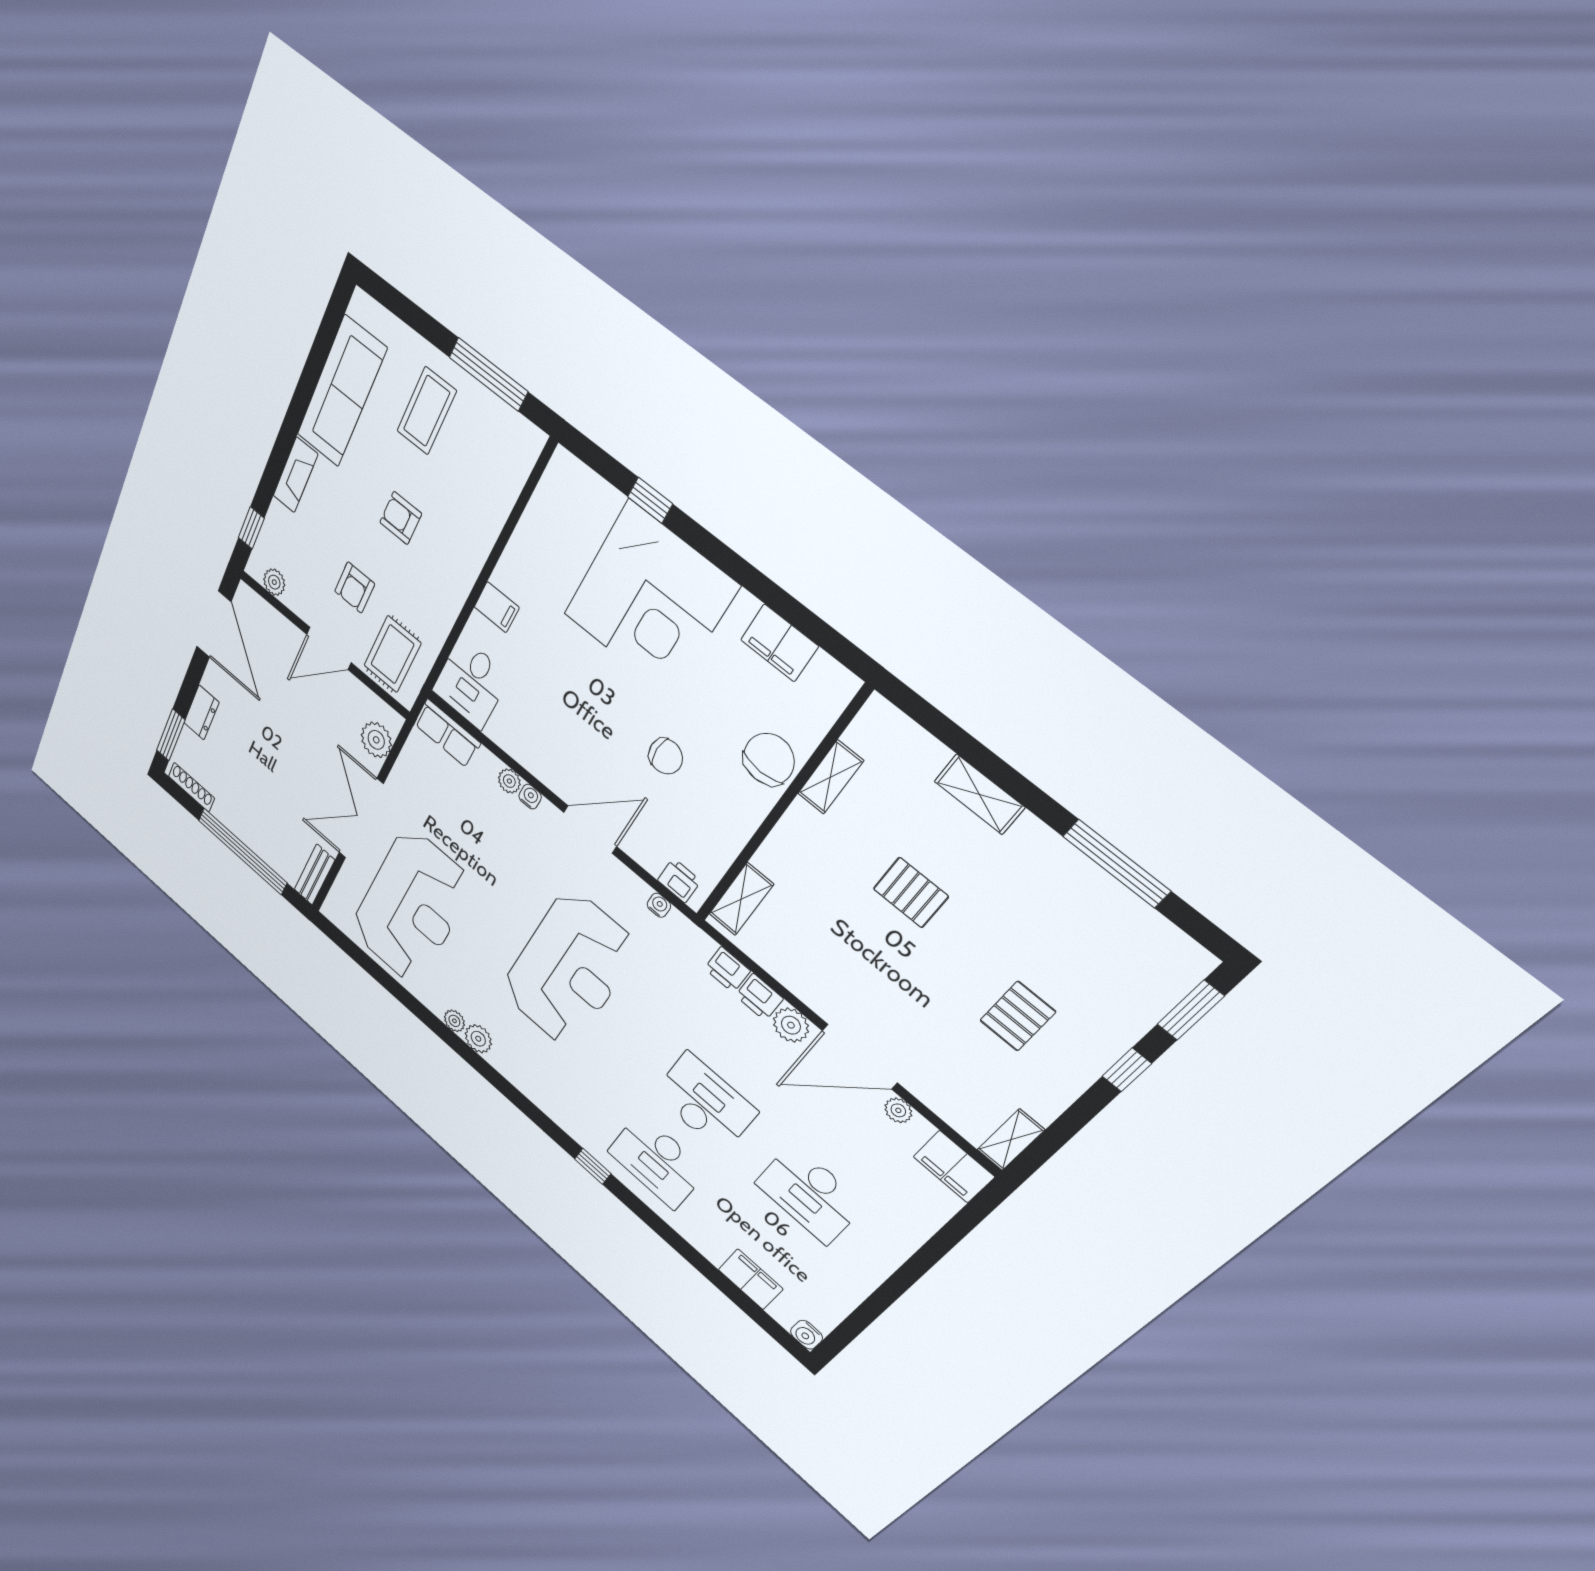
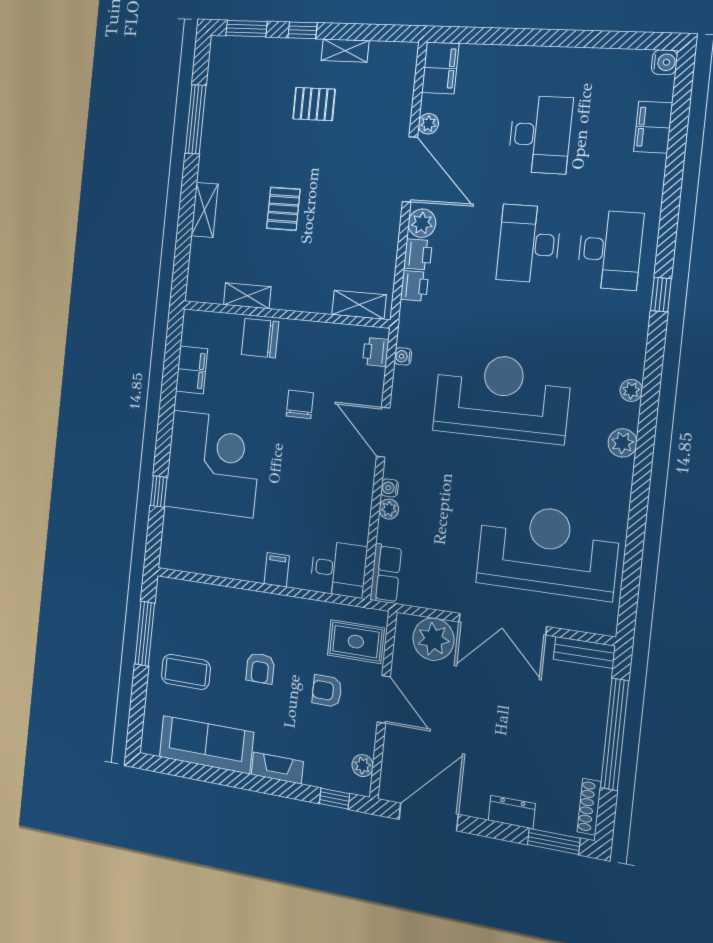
armchair: (355, 588) -> (327, 691), turned 180
plant: (376, 740) -> (433, 639), width x1.36, depth x1.36
plant: (454, 1021) -> (631, 390), moved
shelving: (1011, 1140) -> (345, 51), moved

